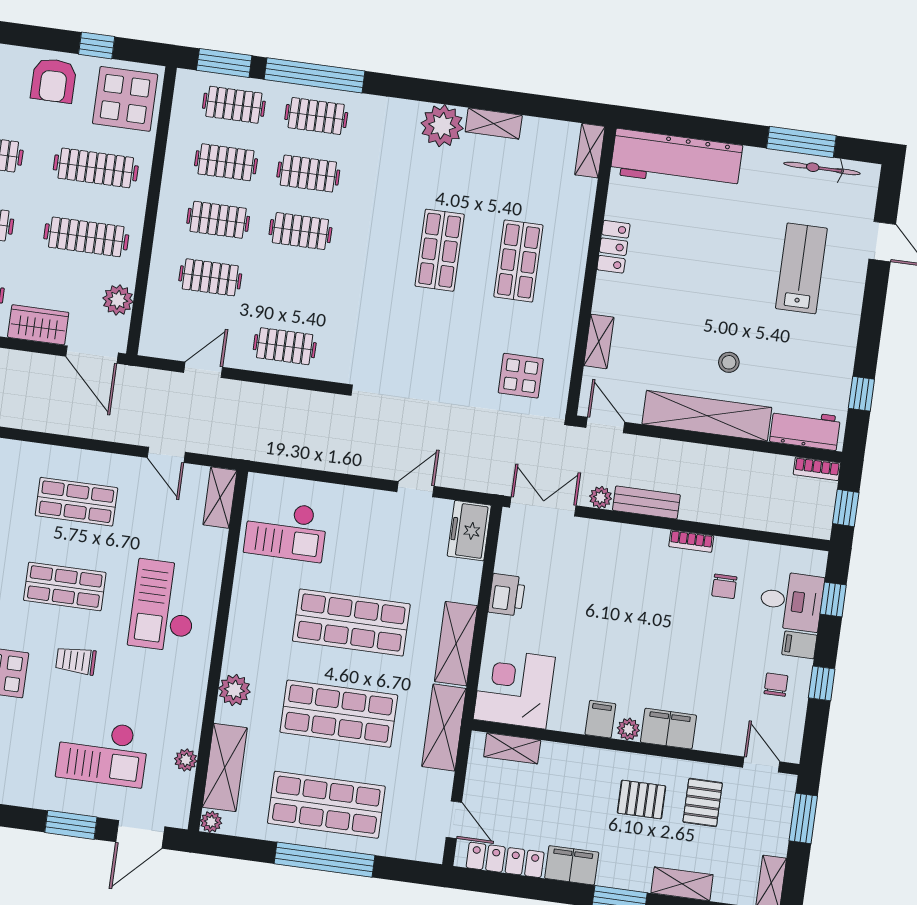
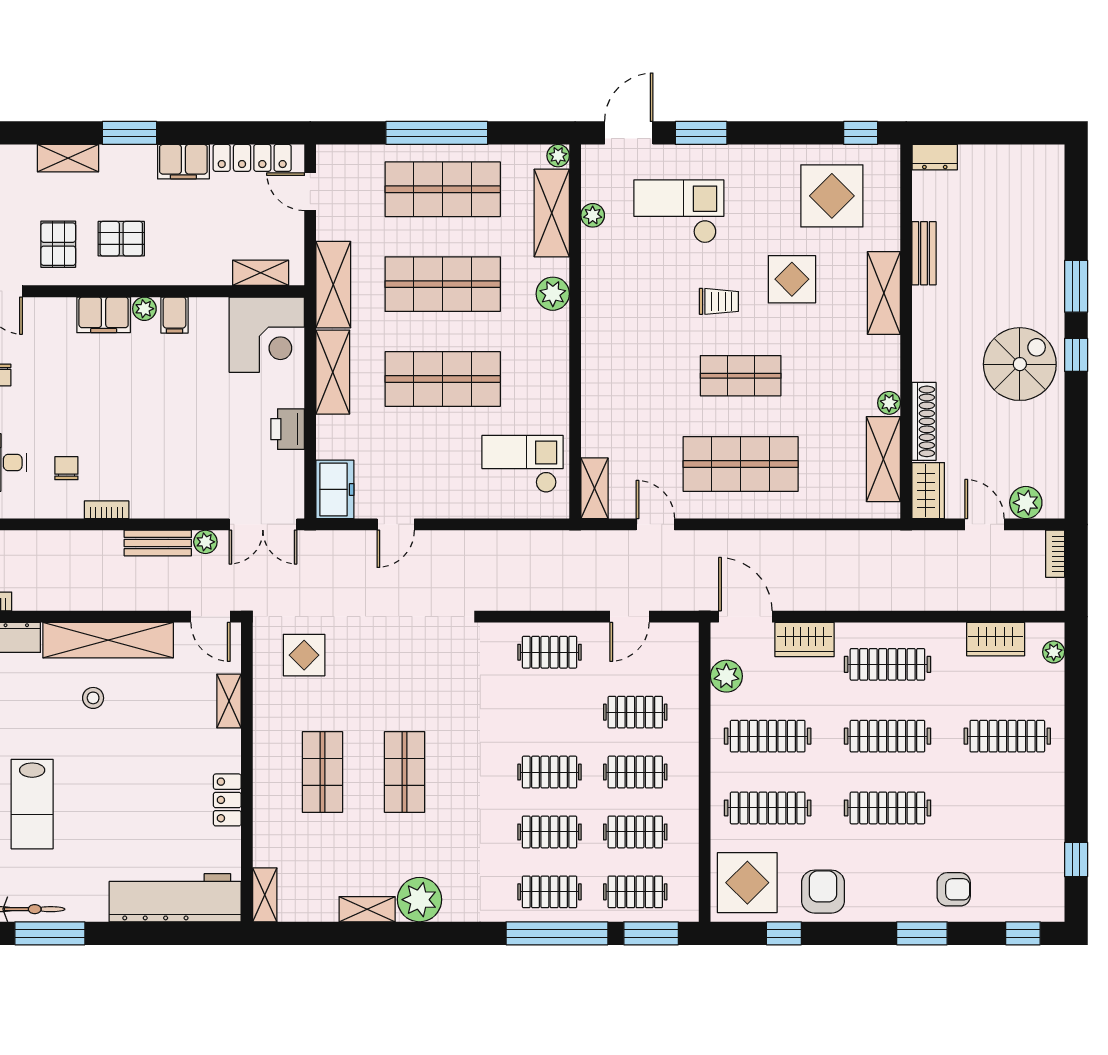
shop shelf: (76, 502) -> (741, 464), width x1.43, depth x1.36
checkout: (164, 606) -> (637, 370), removed

